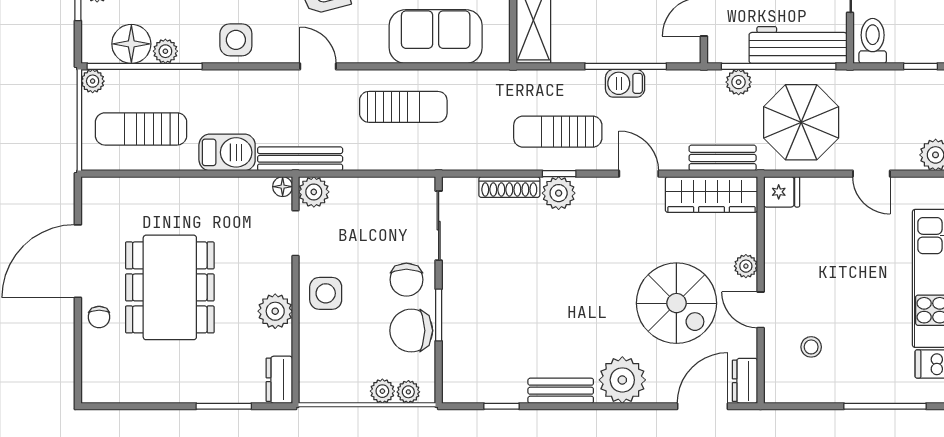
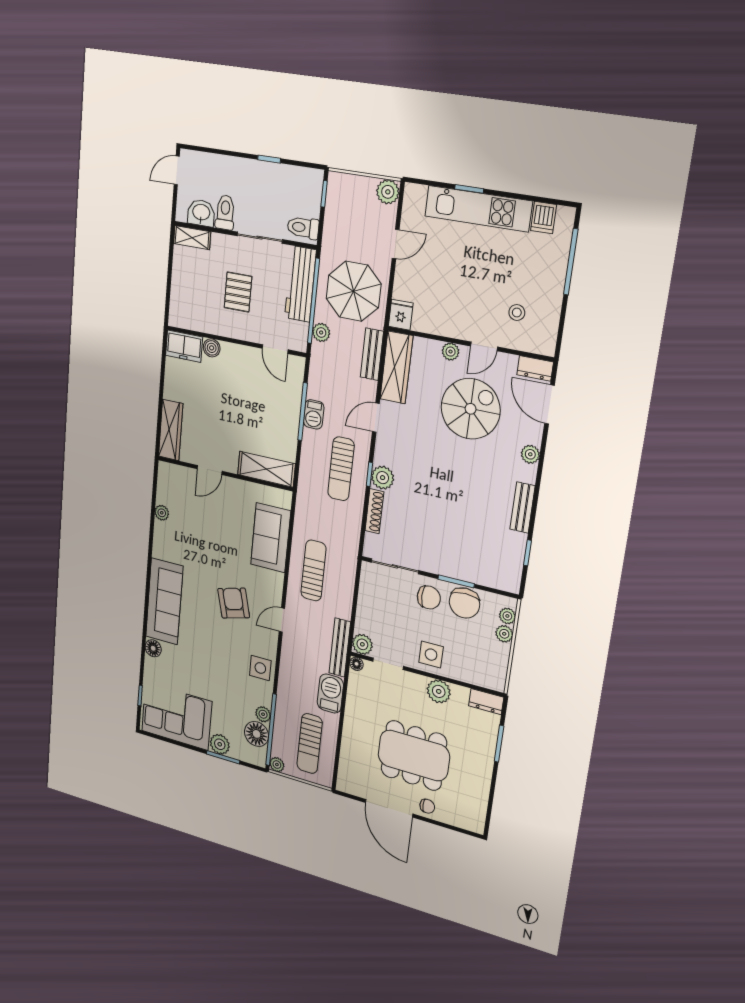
plant: (622, 380) -> (530, 454), width x0.53, depth x0.53

